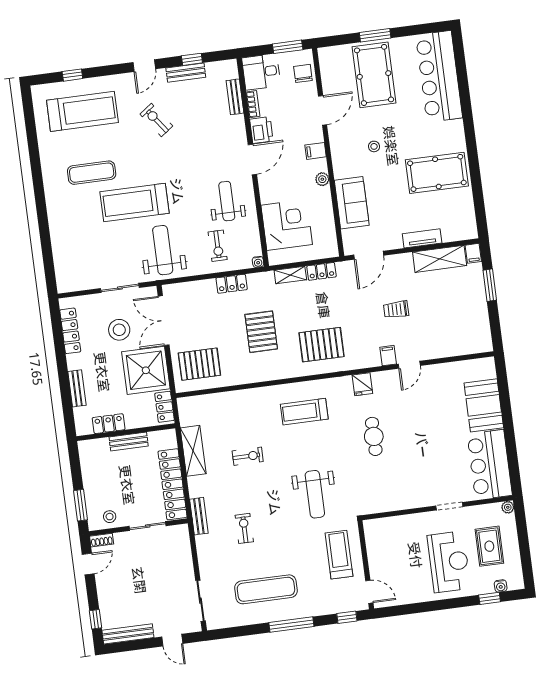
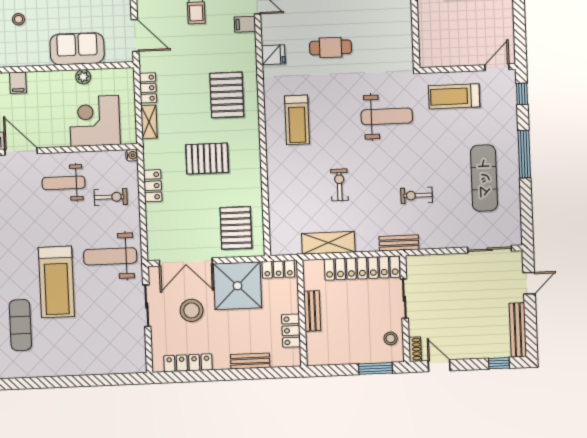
plant: (322, 179) -> (83, 77), moved

